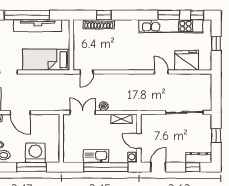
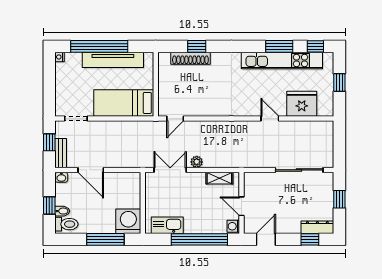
washing machine: (35, 153) -> (128, 221), moved
kitchen sink: (96, 156) -> (167, 225), moved

